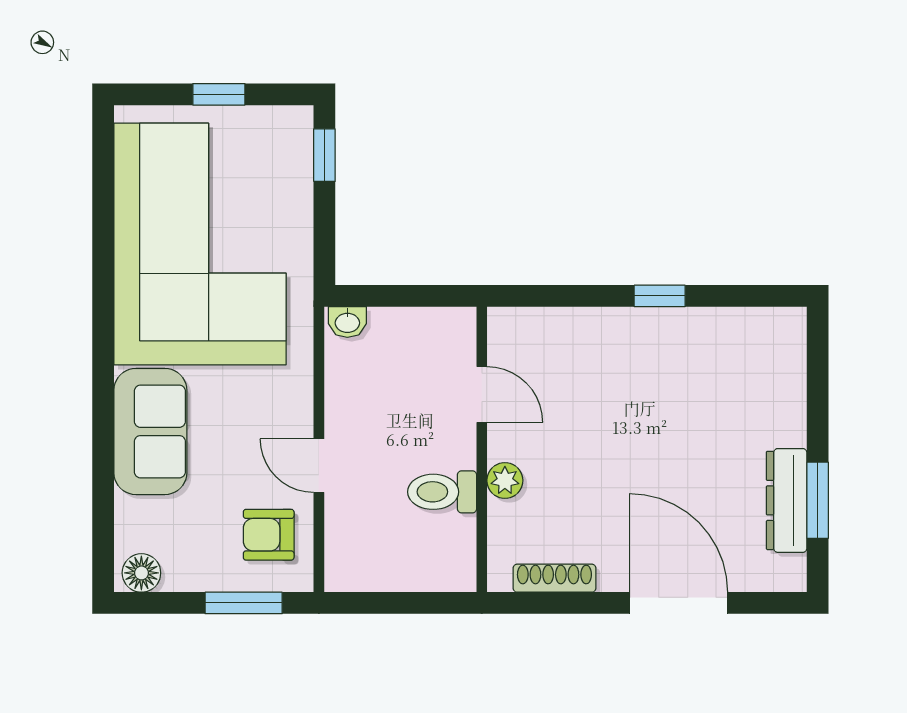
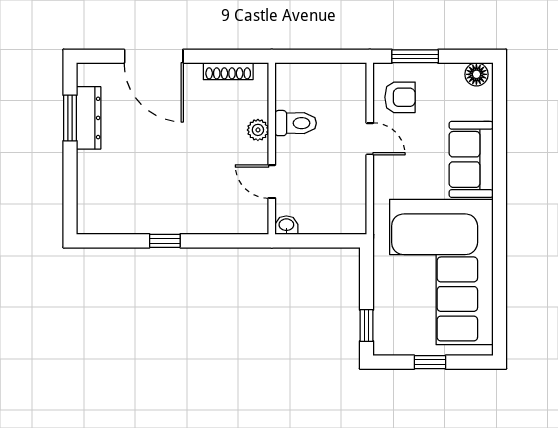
washbasin: (347, 322) -> (286, 225), moved

